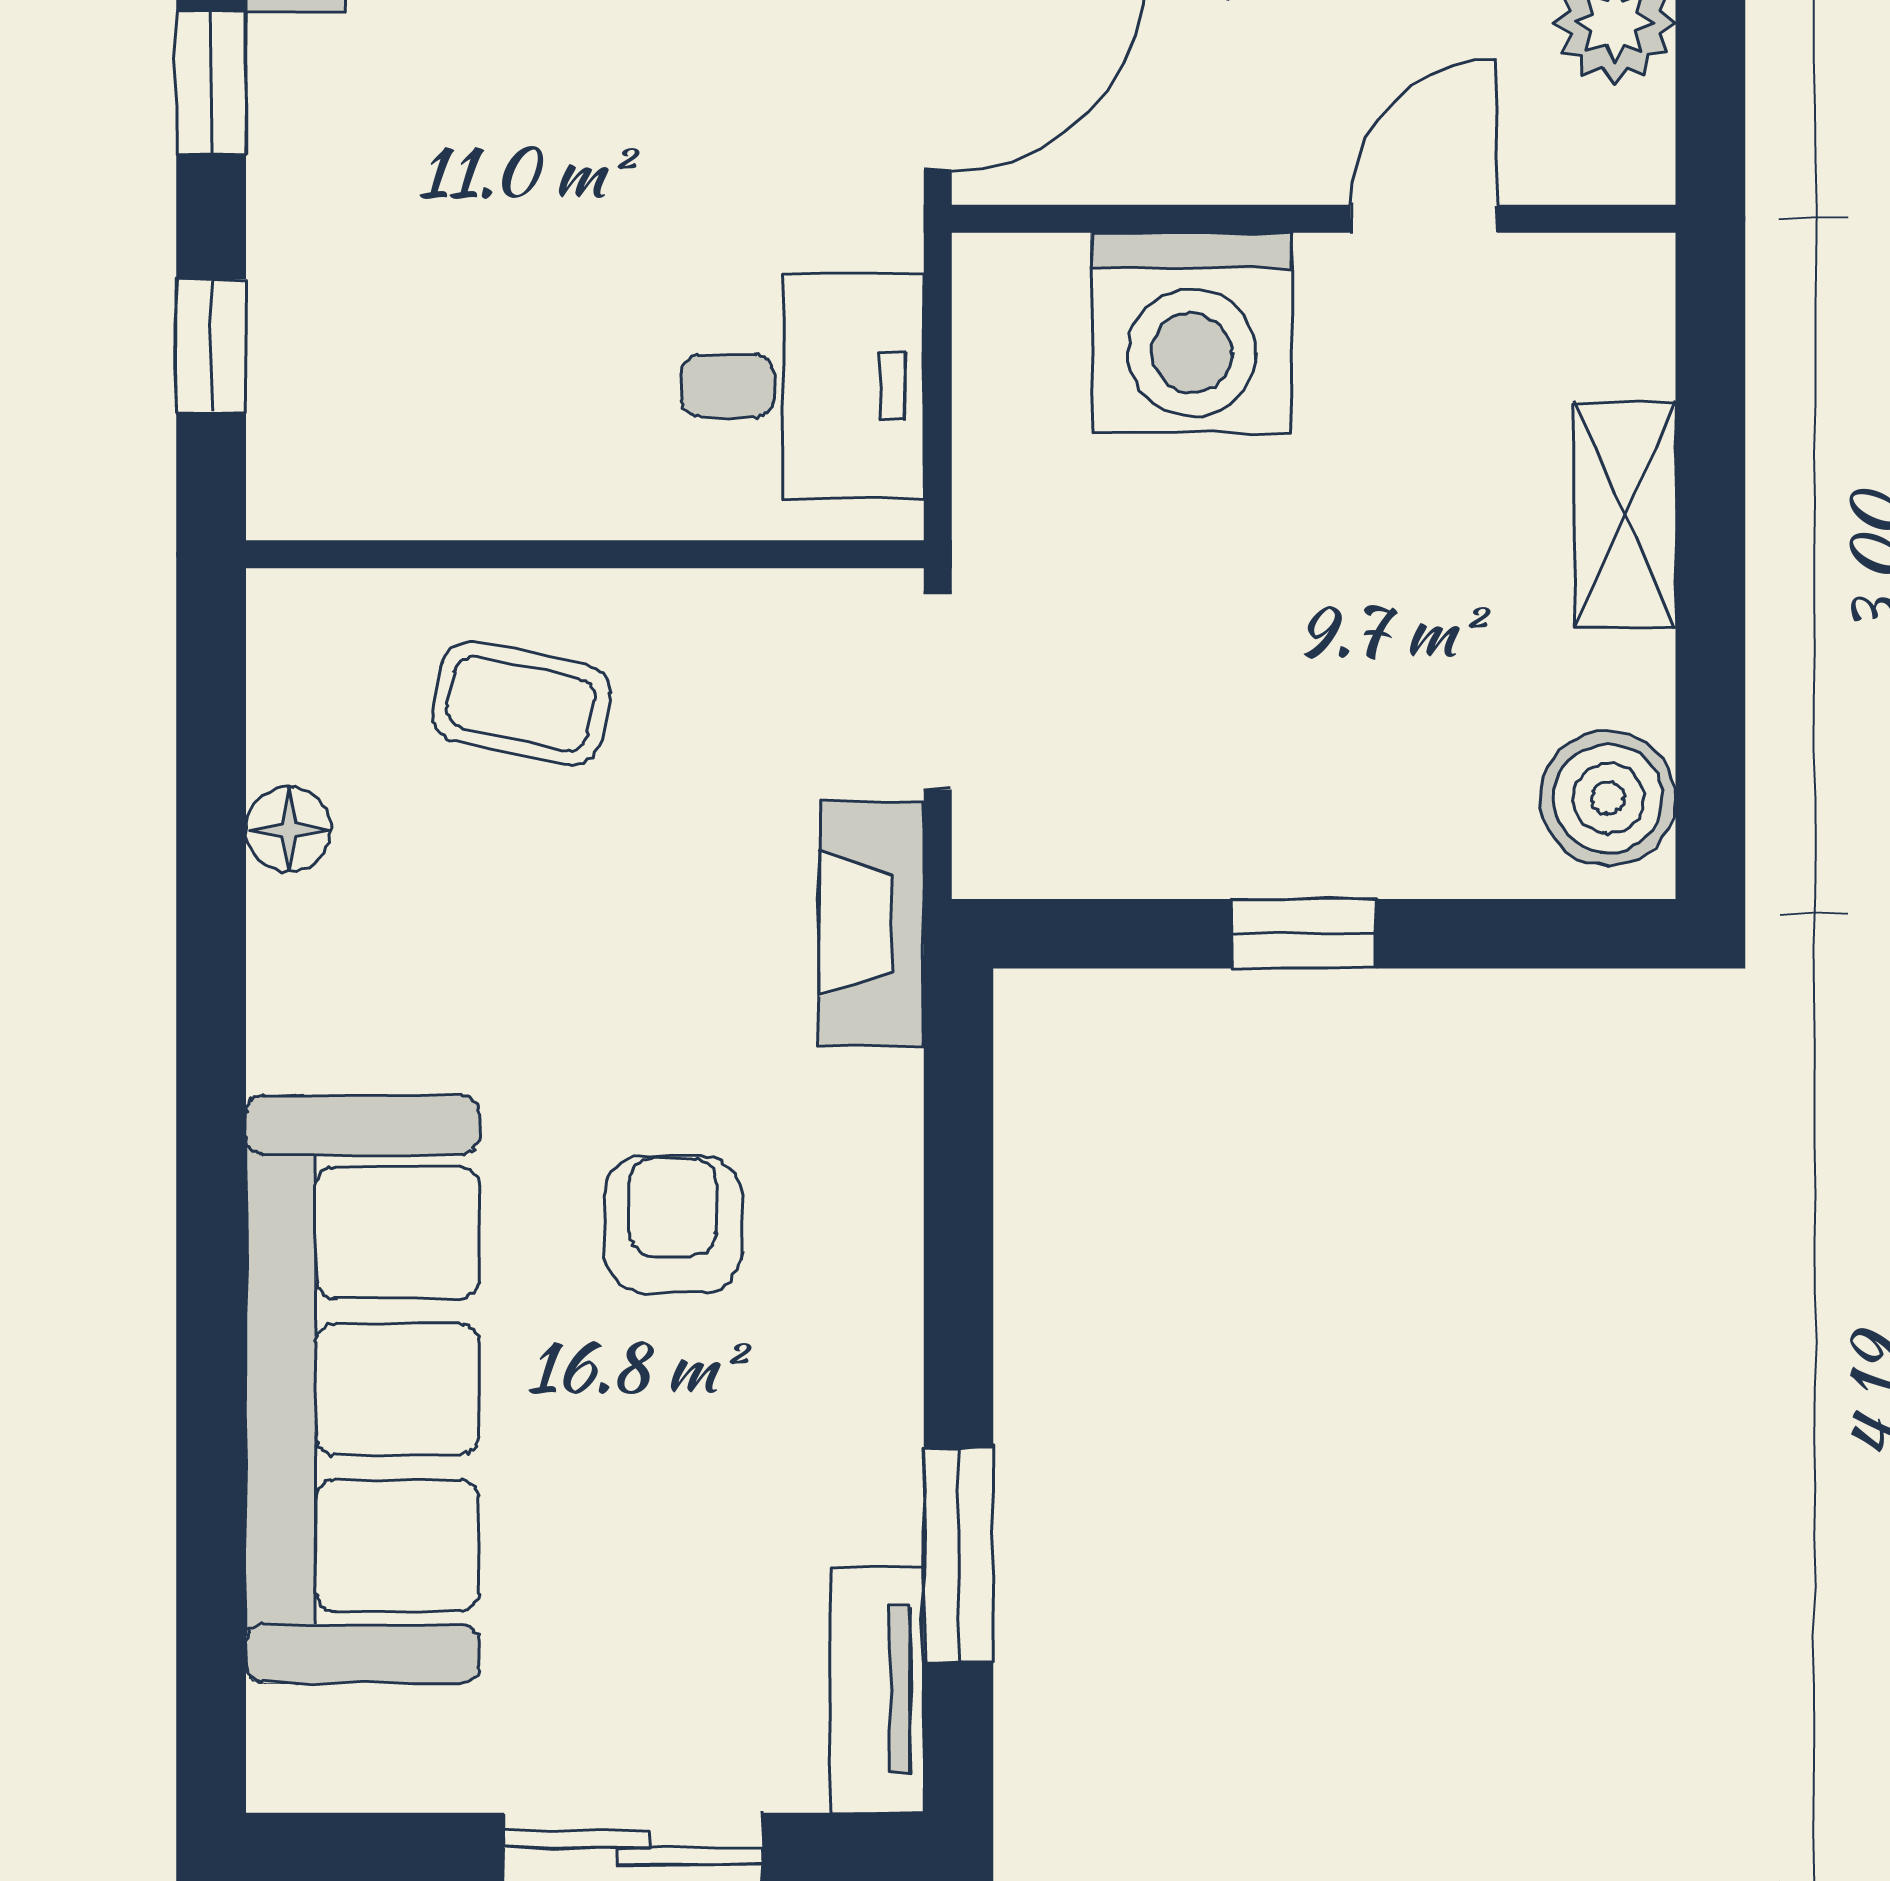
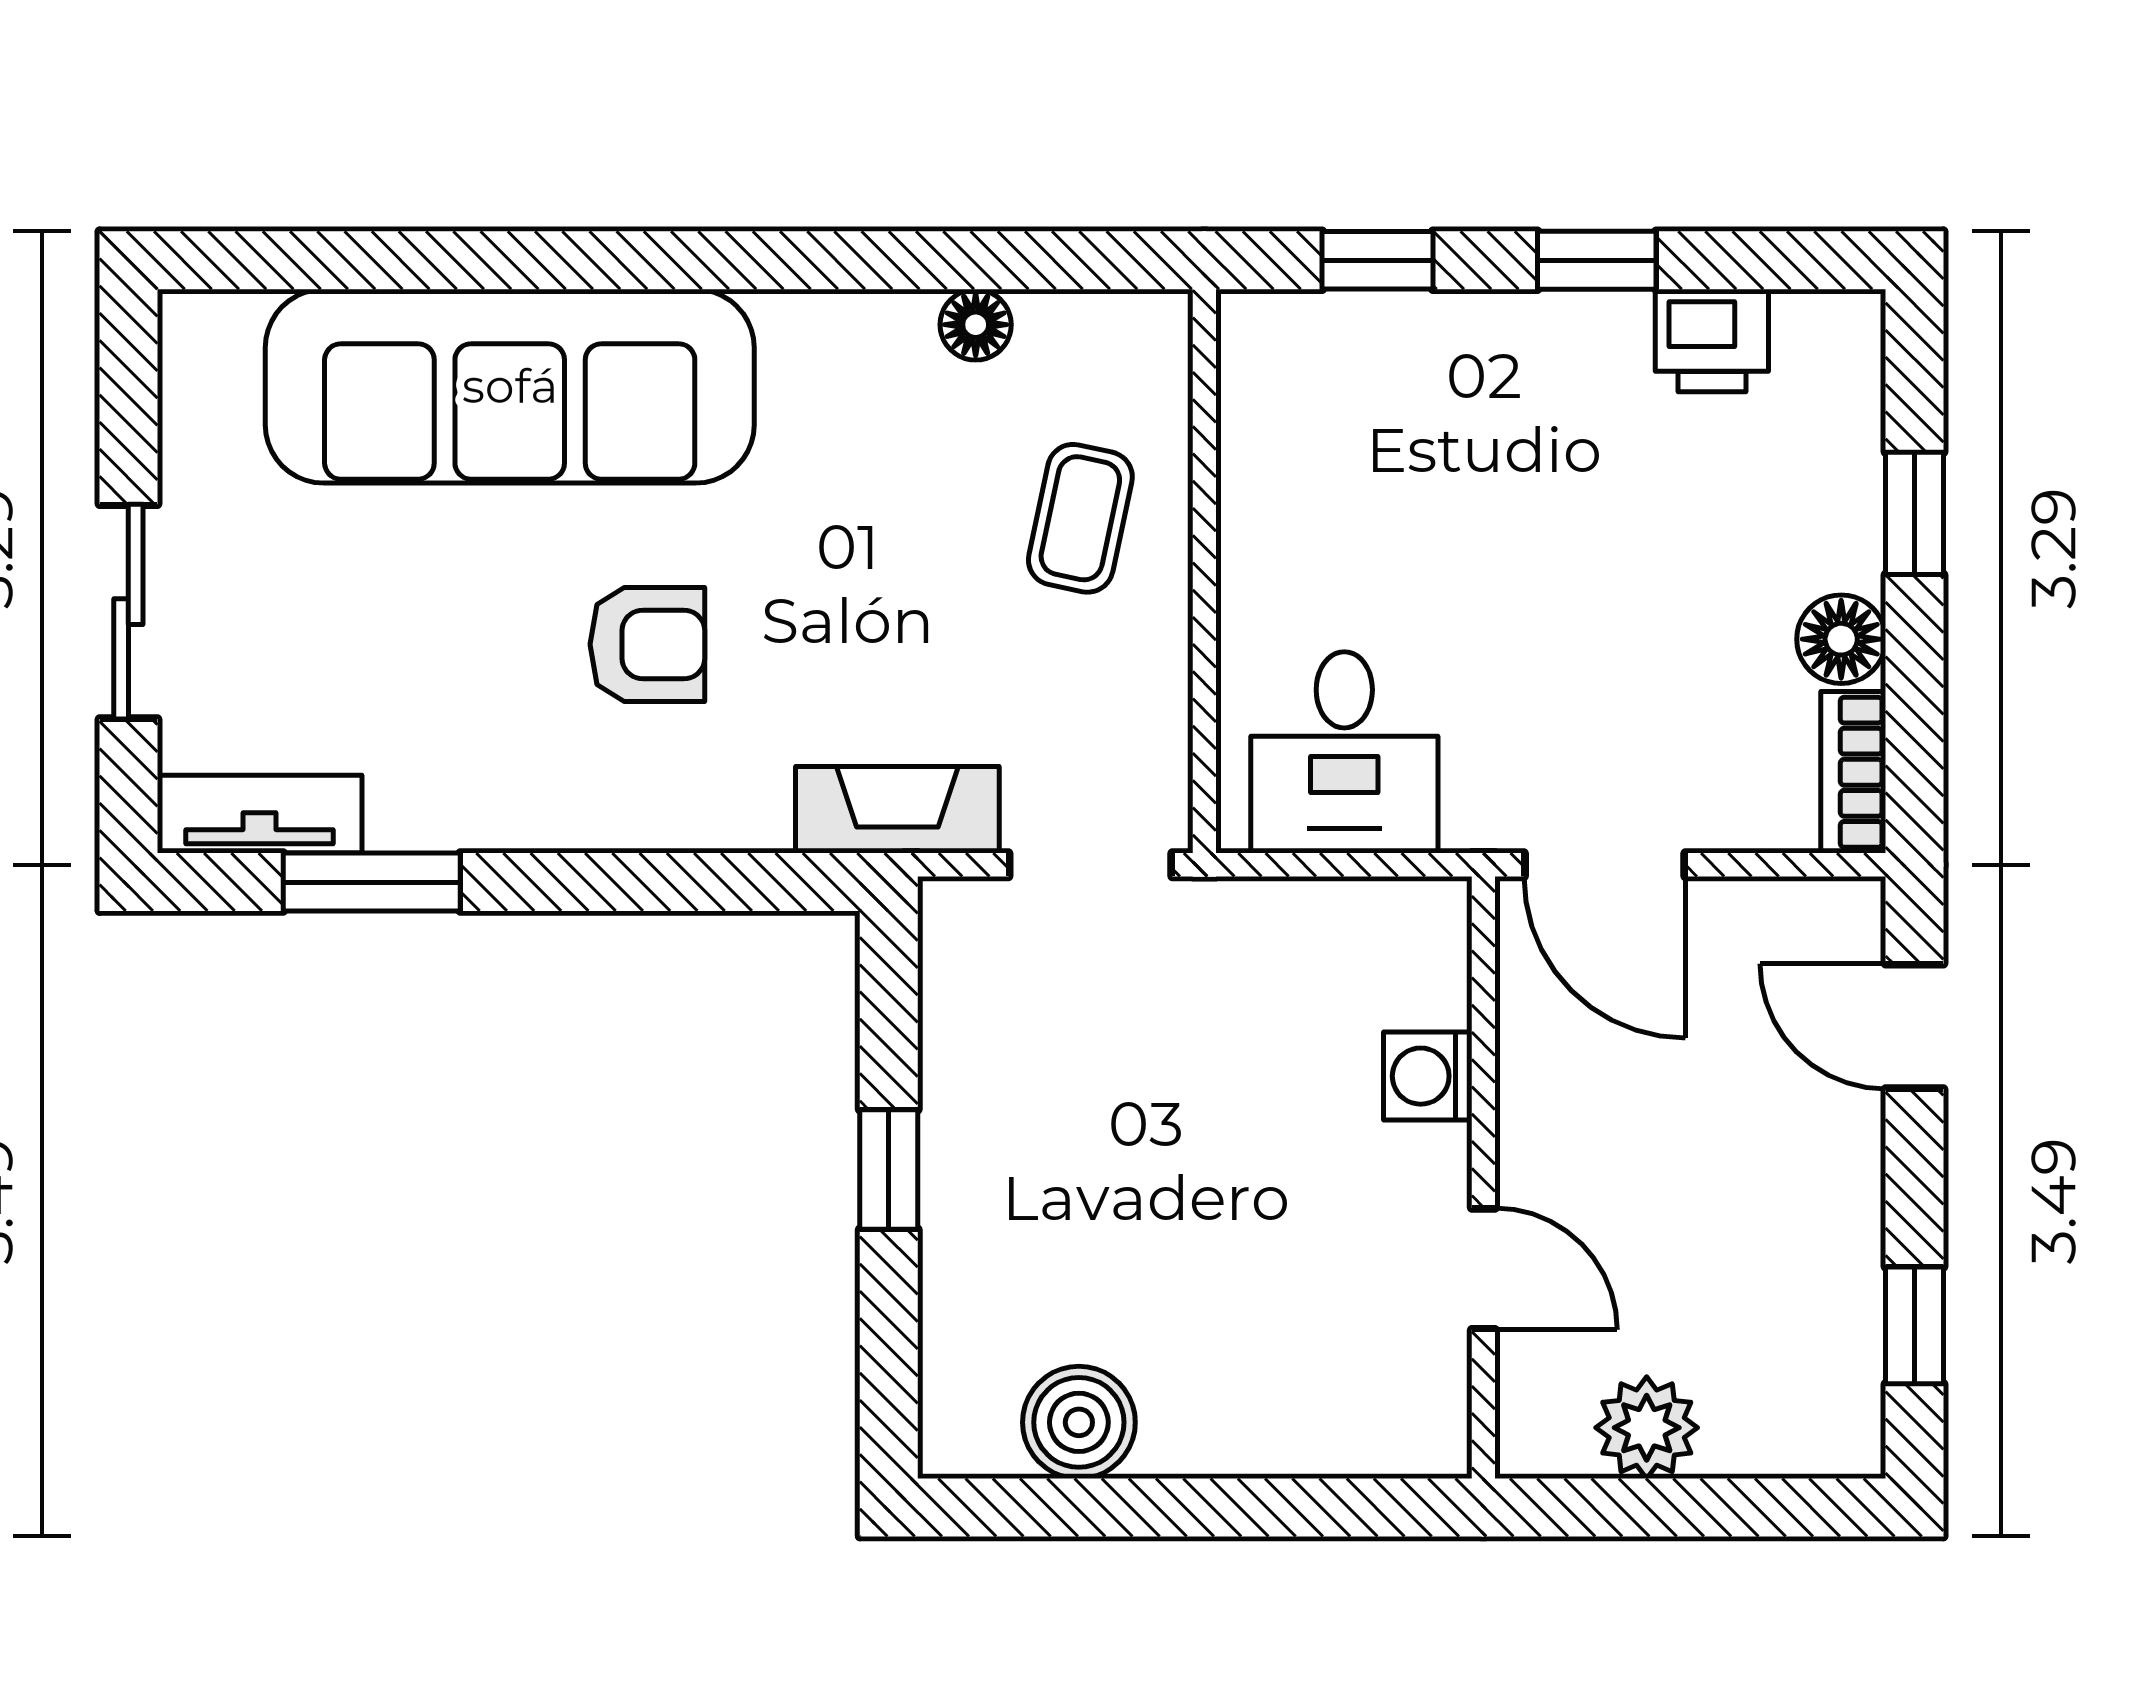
washing machine: (1192, 333) -> (1428, 1076), width x0.53, depth x0.53
shelving: (1625, 515) -> (1237, 1436), removed
boiler: (1608, 798) -> (1079, 1422), moved

